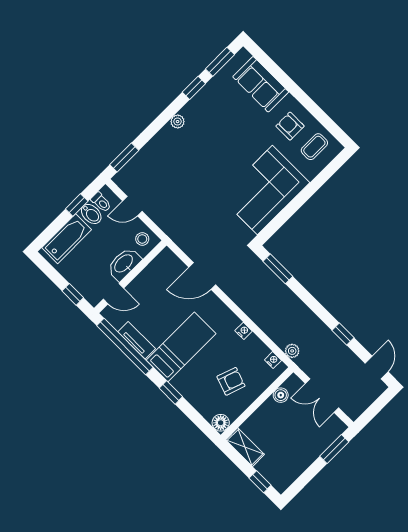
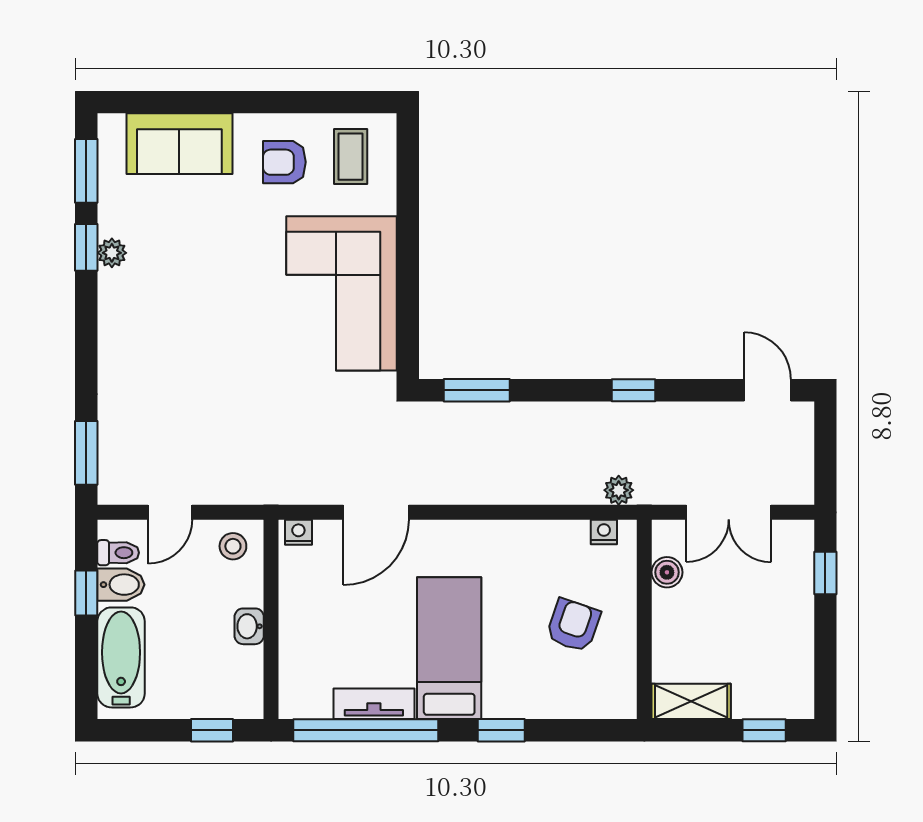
plant: (178, 122) -> (112, 253), moved
washbasin: (124, 264) -> (249, 626), width x0.52, depth x0.69
door: (113, 294) -> (271, 669), removed
nightstand: (244, 331) -> (298, 532), moved
window: (343, 334) -> (634, 390), moved
floor lamp: (221, 423) -> (619, 702), removed
window: (334, 449) -> (825, 573), width x0.67

